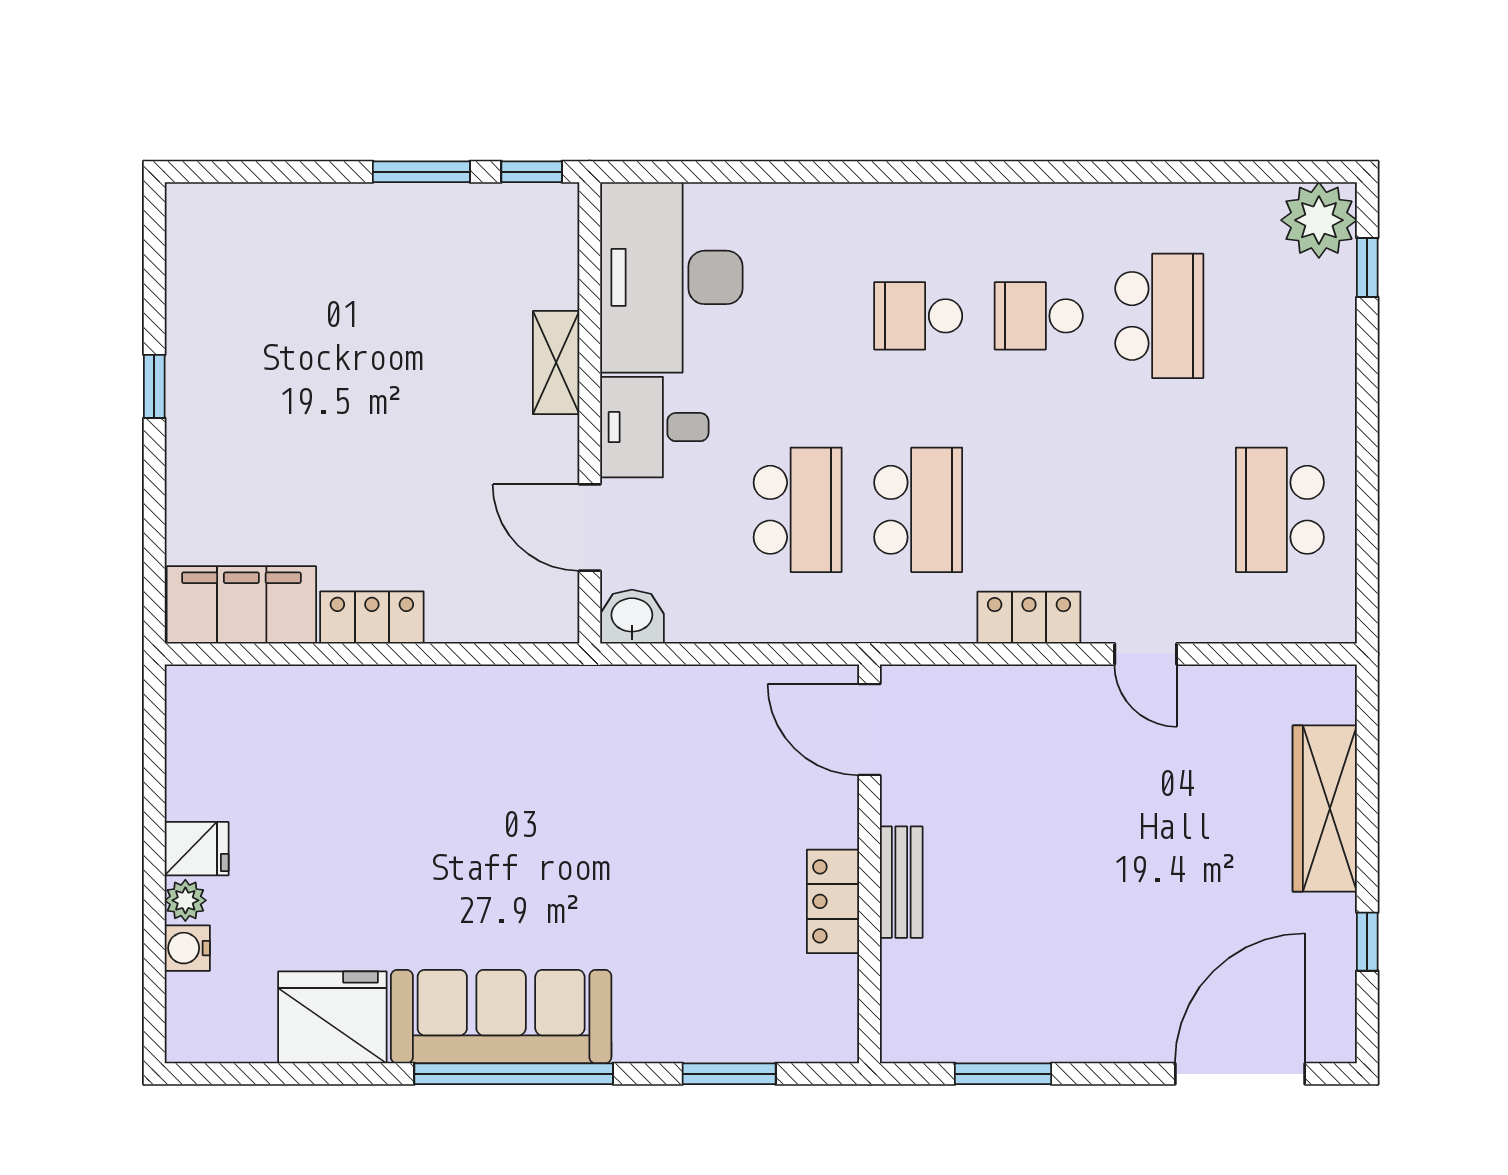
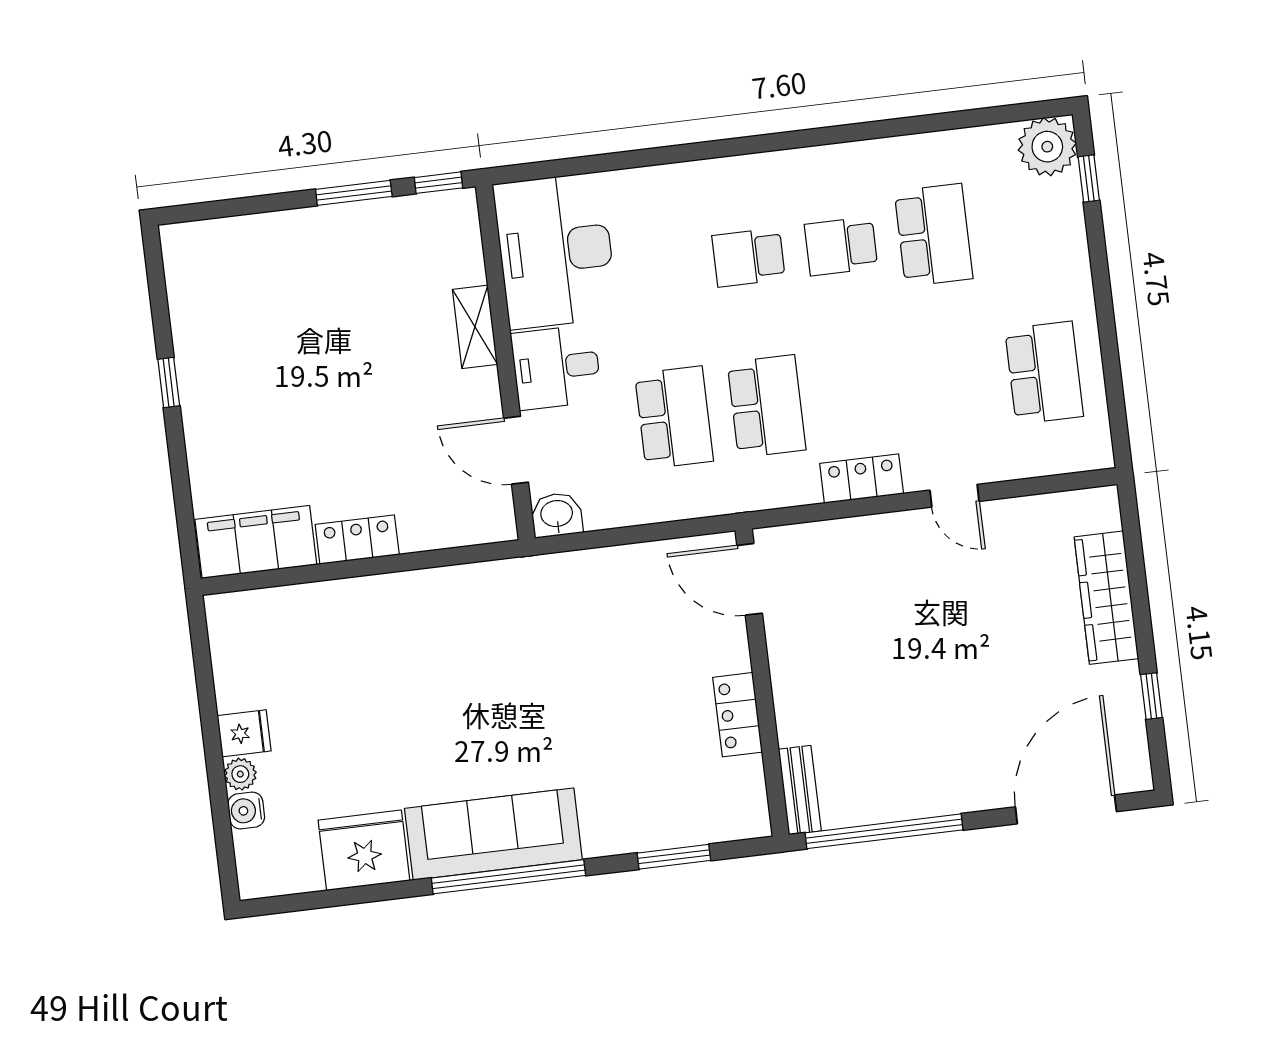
school desk: (1280, 510) -> (1044, 373), turned 180
bench: (901, 882) -> (800, 790), moved
window: (1003, 1074) -> (884, 831), width x2.11

